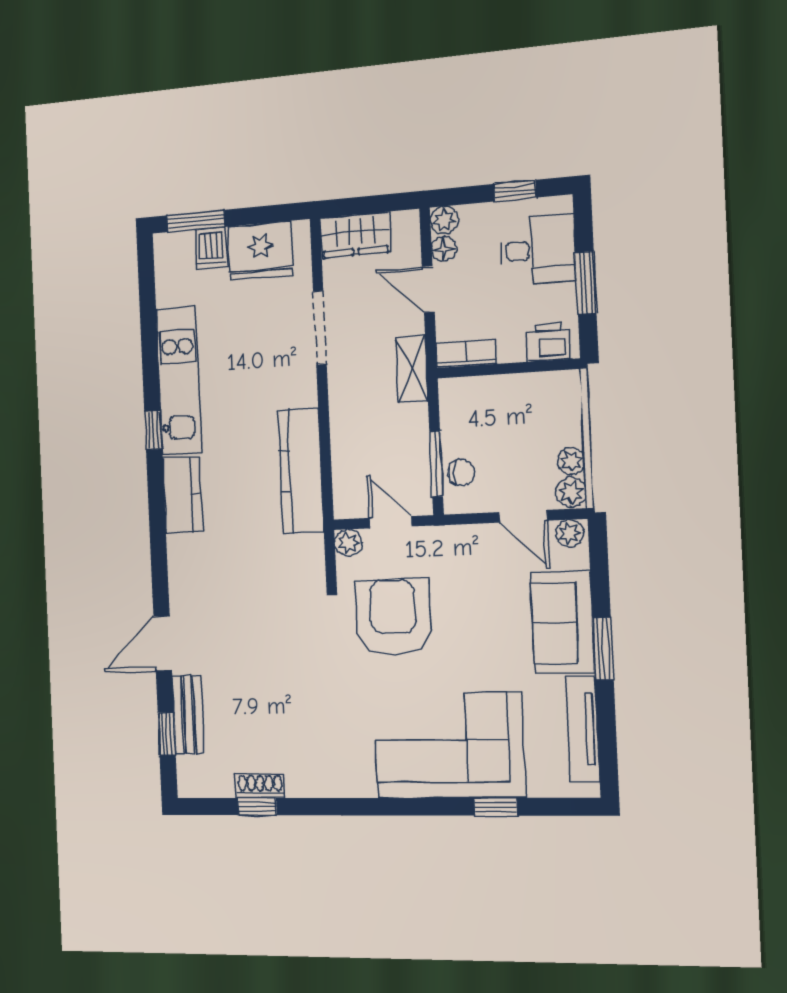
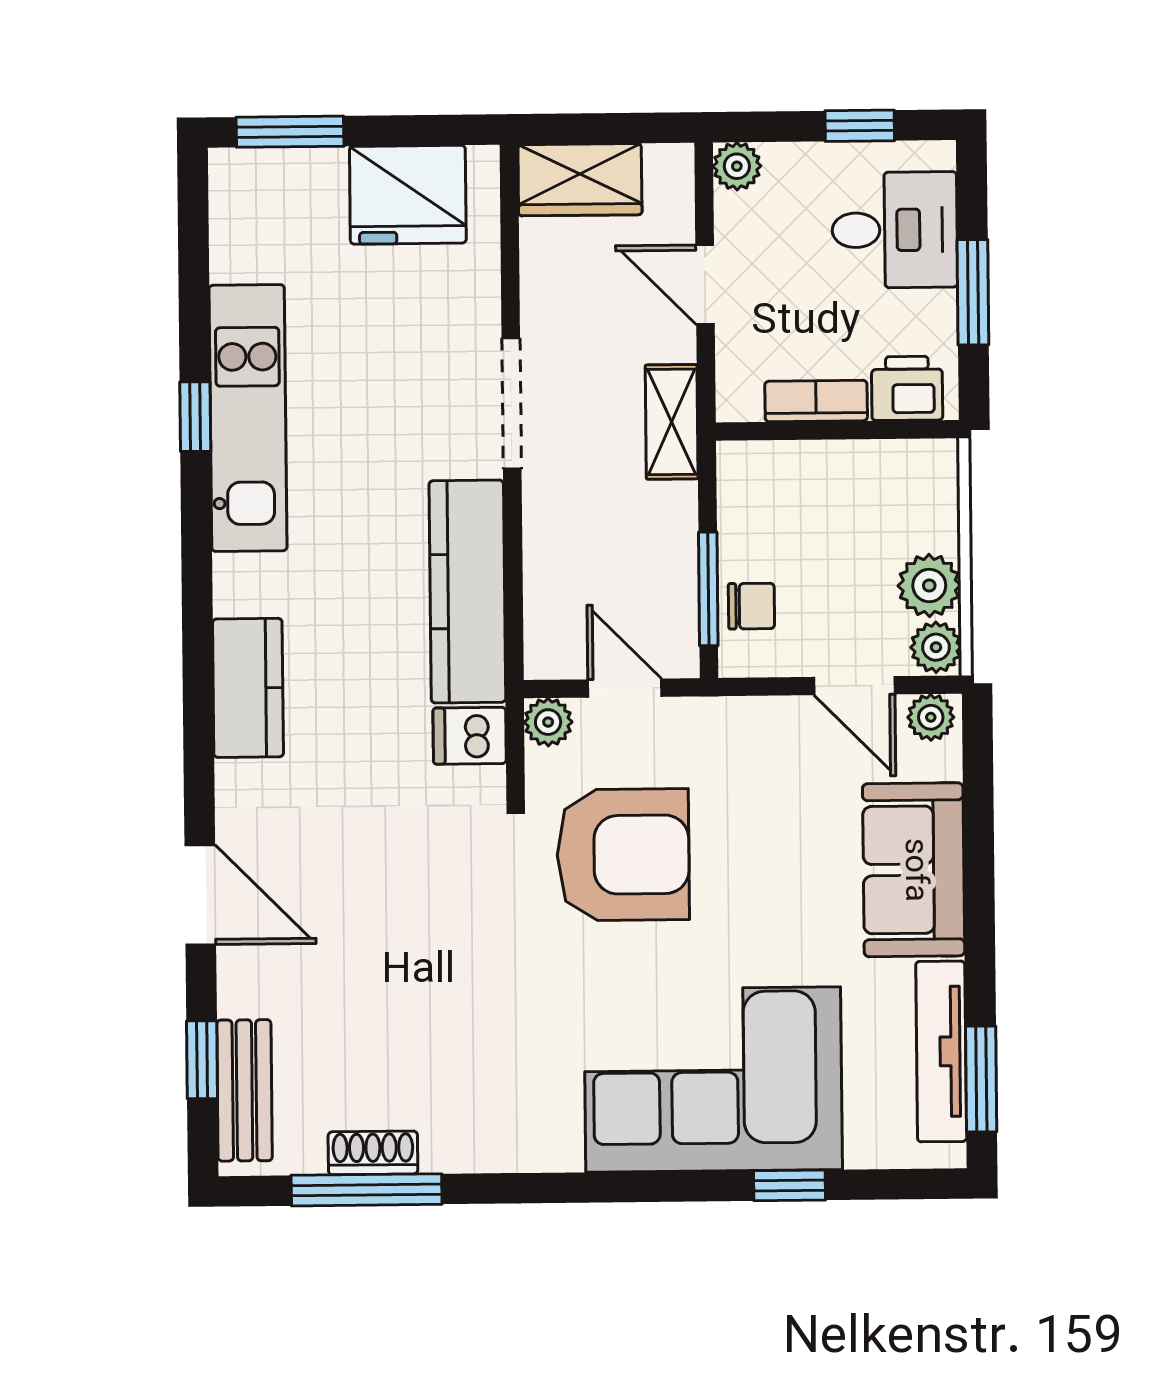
dishwasher: (211, 248) -> (470, 736), moved, turned 90
floor lamp: (444, 249) -> (735, 216), removed
doorway: (320, 328) -> (512, 404), moved
bookcase: (466, 354) -> (816, 401), moved
window: (153, 430) -> (195, 417), moved
plant: (571, 461) -> (929, 586), width x1.38, depth x1.38
kitchen counter: (183, 495) -> (248, 688), moved
armchair: (393, 617) -> (623, 855), turned 90
door: (163, 643) -> (200, 895), swing flipped
window: (603, 649) -> (981, 1079), moved
bench: (188, 715) -> (244, 1090), moved
window: (257, 807) -> (367, 1190), width x2.17

